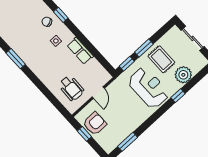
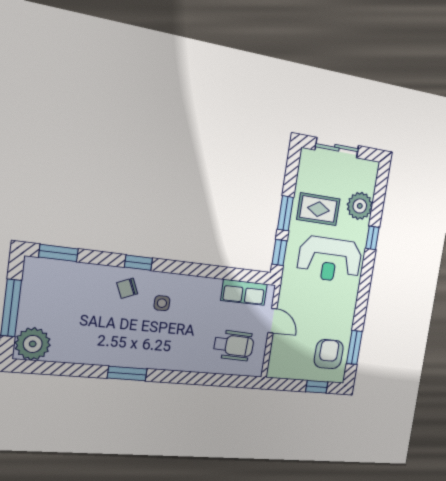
row of seats: (80, 51) -> (244, 292), moved
reception desk: (149, 88) -> (330, 259), turned 180
armchair: (95, 124) -> (329, 354), moved
window: (84, 134) -> (317, 387), moved

